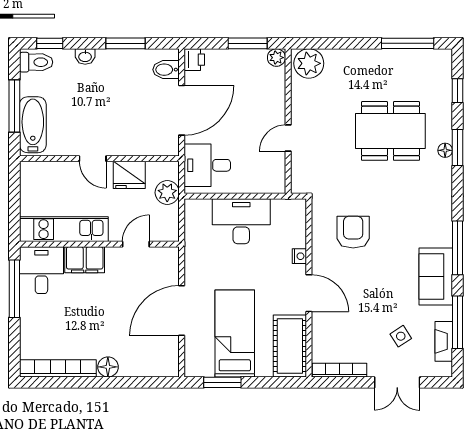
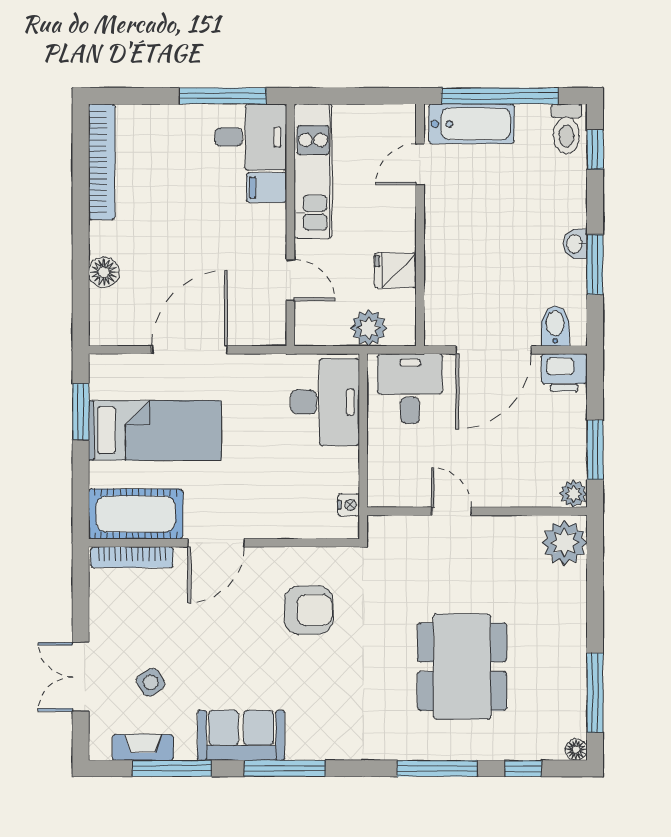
washbasin: (85, 56) -> (575, 244), moved
printer: (194, 60) -> (564, 373), width x1.36, depth x1.24
window: (14, 106) -> (500, 96), width x1.46
door: (182, 110) -> (493, 350), hinge flipped
window: (457, 147) -> (437, 768), width x1.44
floor lamp: (445, 150) -> (576, 750), moved
door: (93, 159) -> (420, 164), moved
fridge: (129, 175) -> (395, 270), width x0.72
desk: (241, 221) -> (325, 402), moved
nightstand: (299, 256) -> (349, 505), moved, turned -90
filing cabinet: (85, 260) -> (267, 188), width x0.50
door: (182, 310) -> (190, 350), hinge flipped
floor lamp: (108, 367) -> (104, 272), moved
bookcase: (339, 370) -> (132, 557), moved, turned 90

